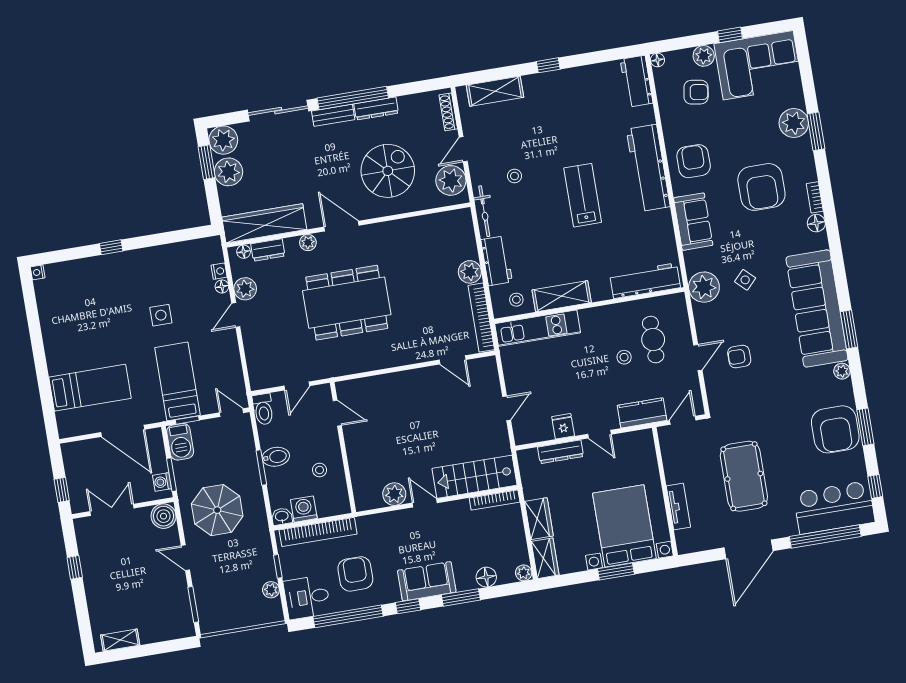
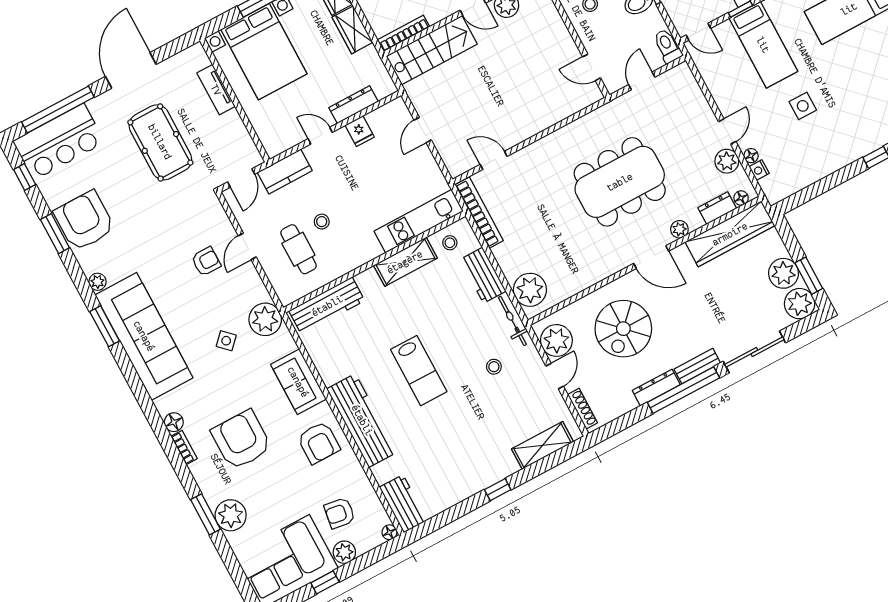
plant: (470, 272) -> (530, 290), moved, width x1.36, depth x1.36

